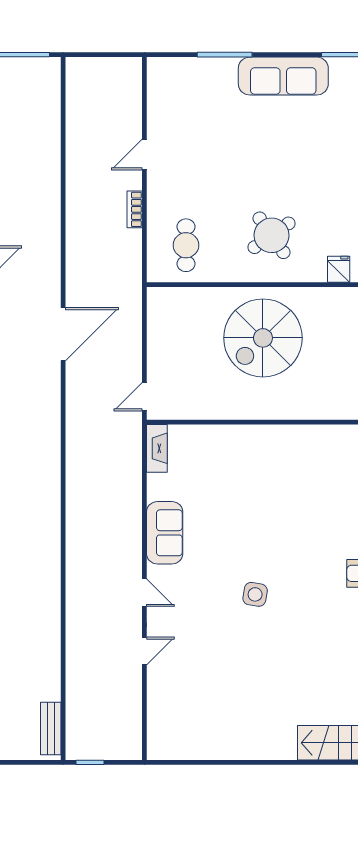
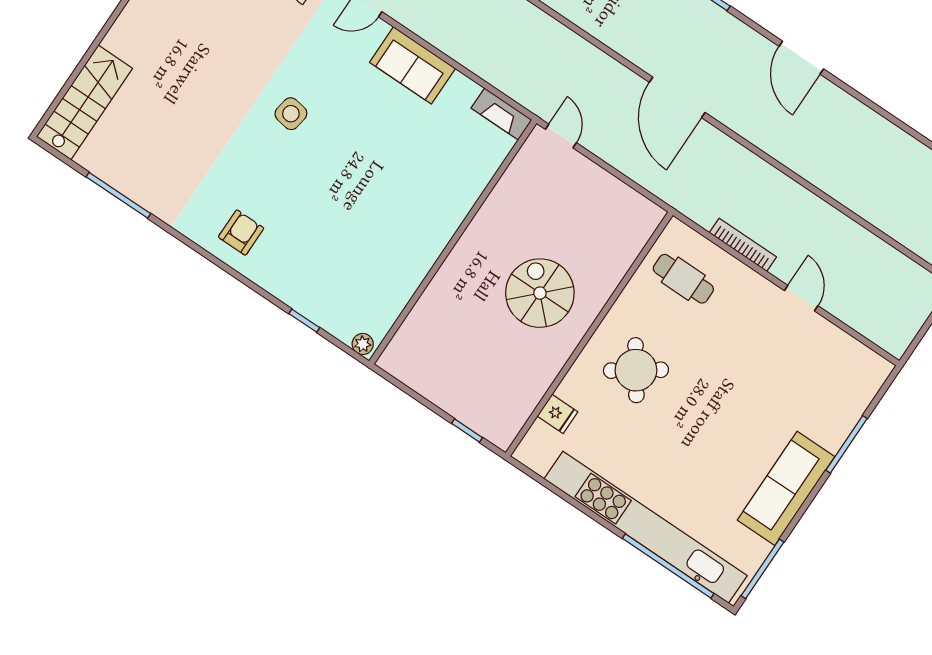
bookcase: (135, 209) -> (743, 245), width x1.56
spiral stairs: (263, 338) -> (540, 293), width x0.73, depth x0.73

